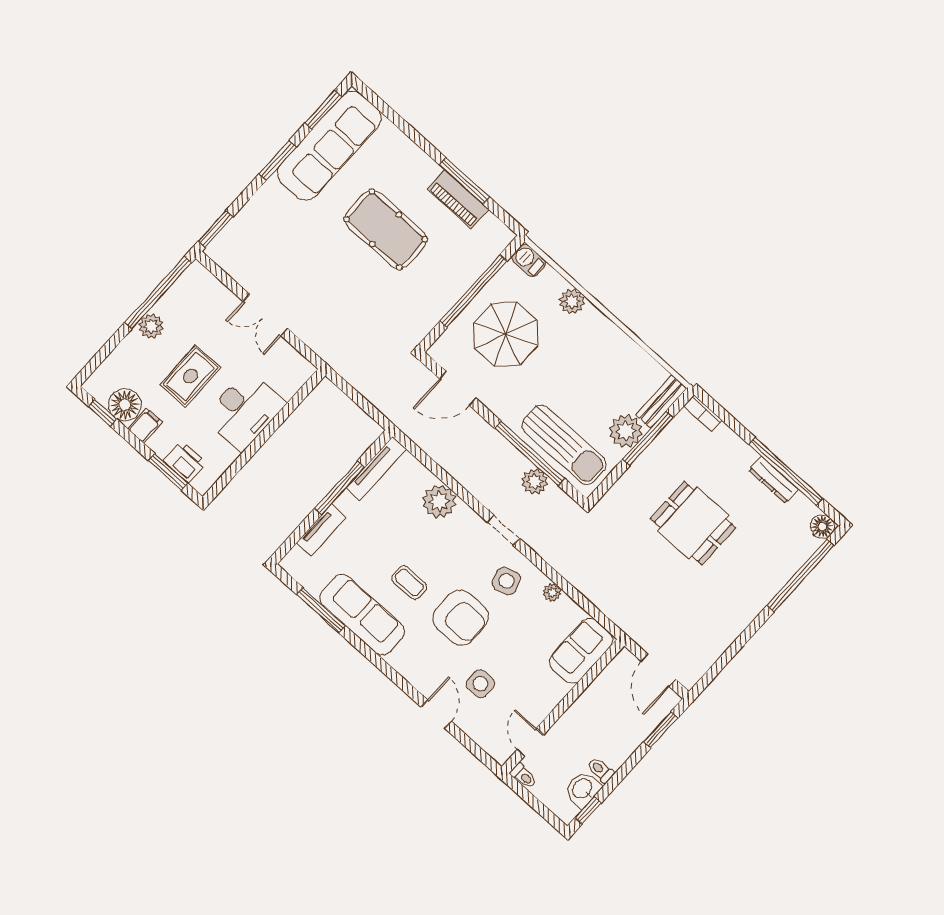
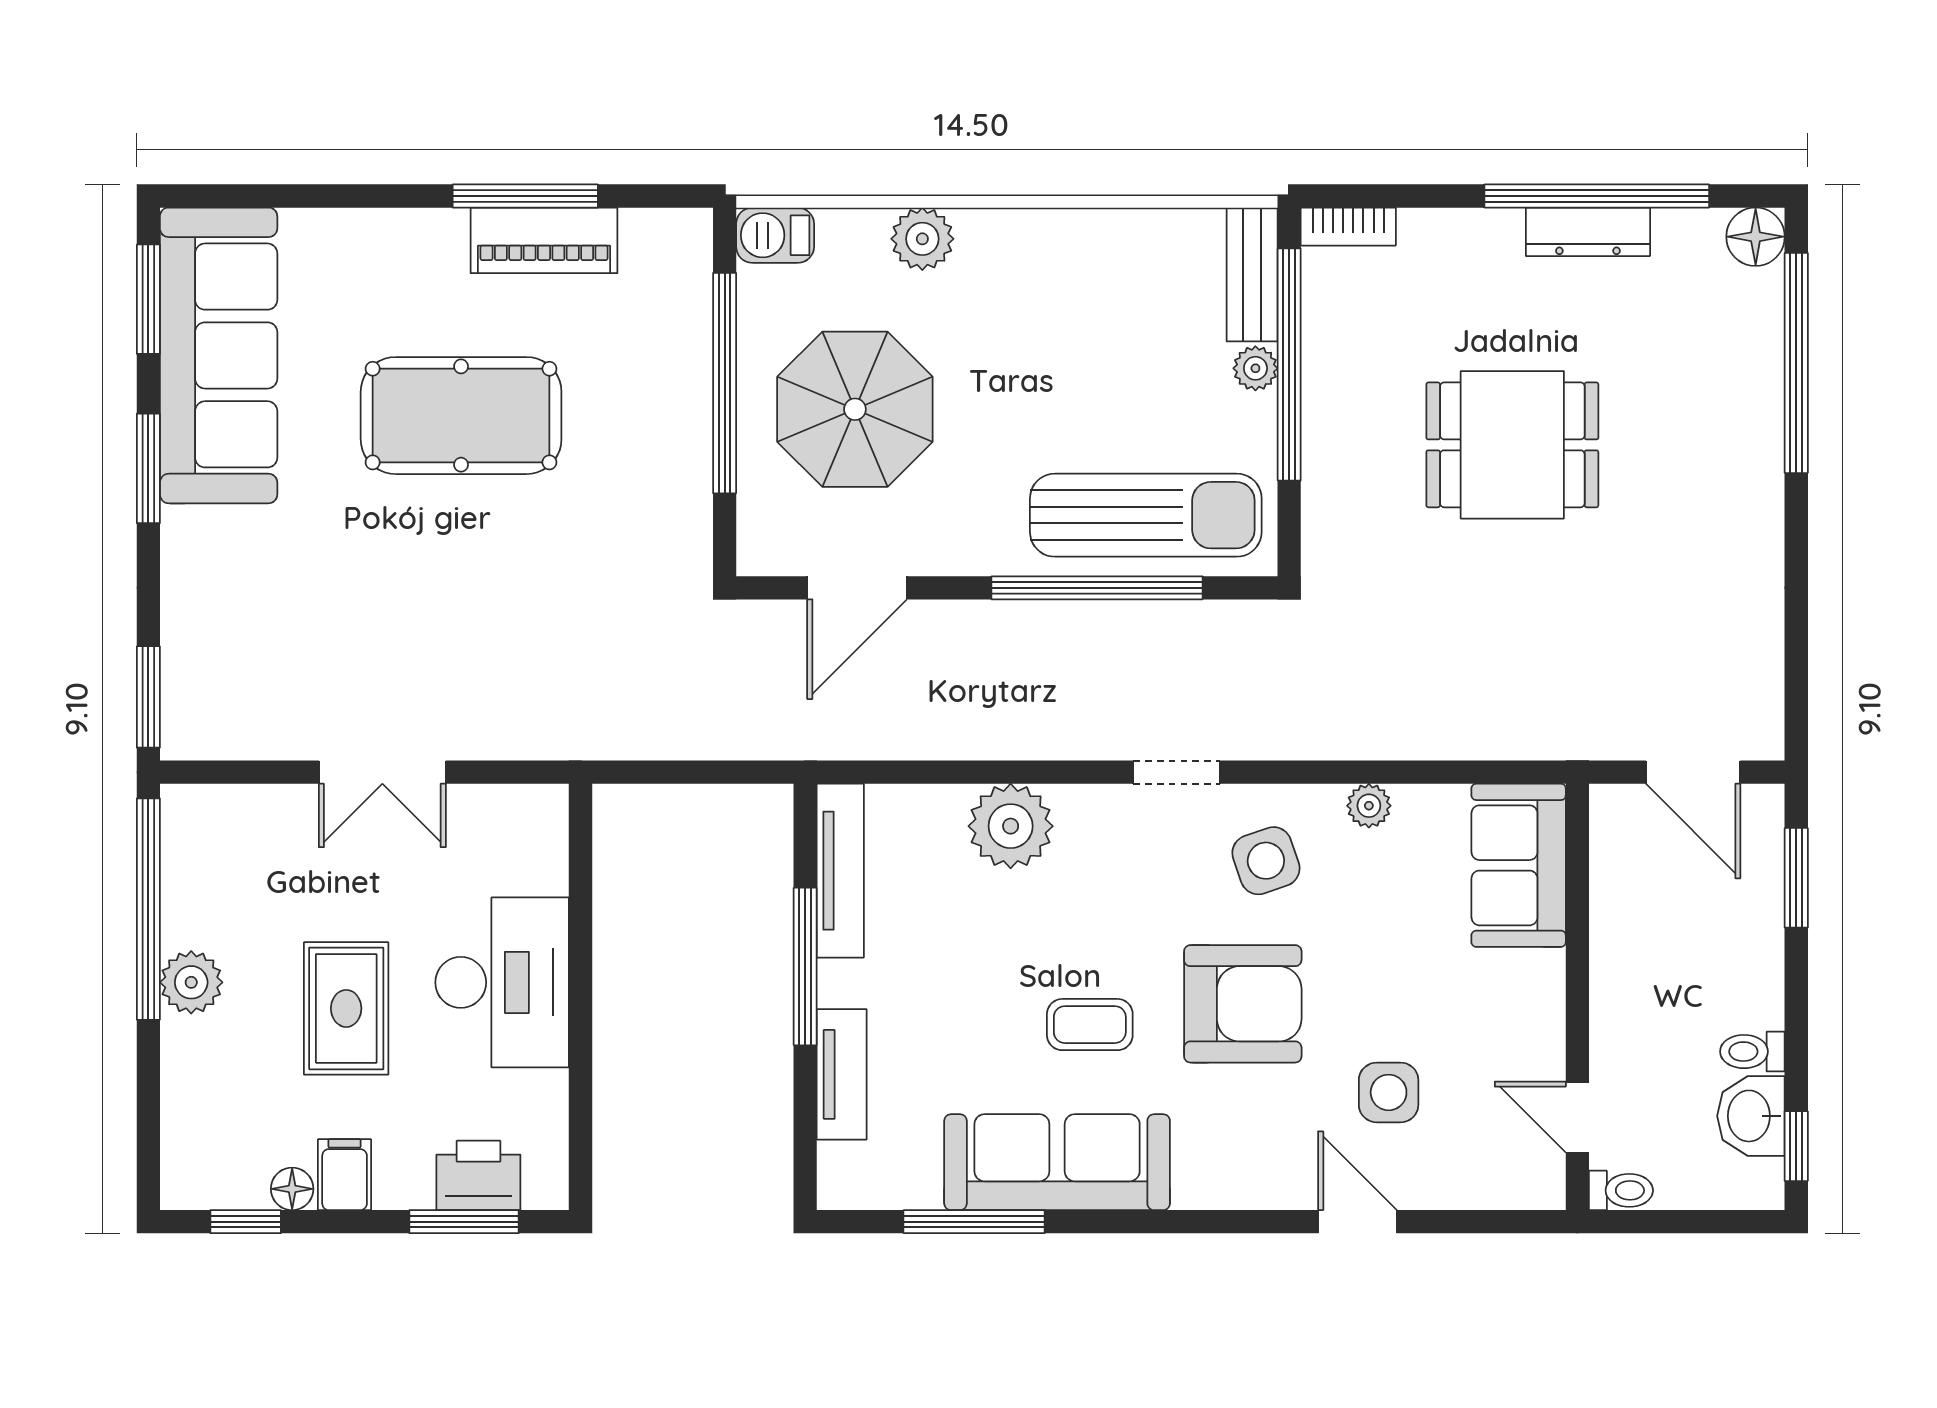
floor lamp: (125, 405) -> (292, 1189), width x0.53, depth x0.53
plant: (626, 431) -> (1255, 368), width x0.53, depth x0.53
window: (648, 438) -> (1289, 364), width x1.46
plant: (535, 482) -> (1153, 632), removed

